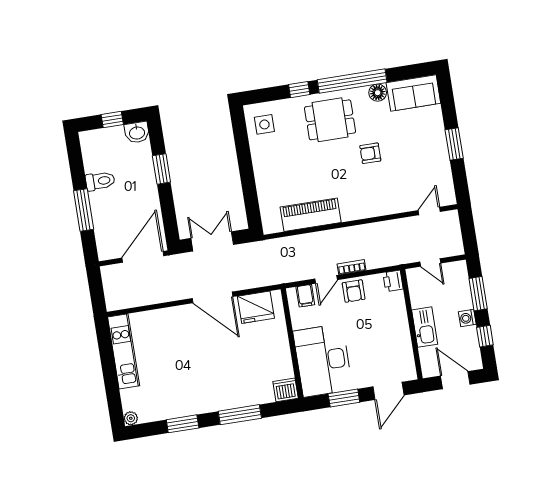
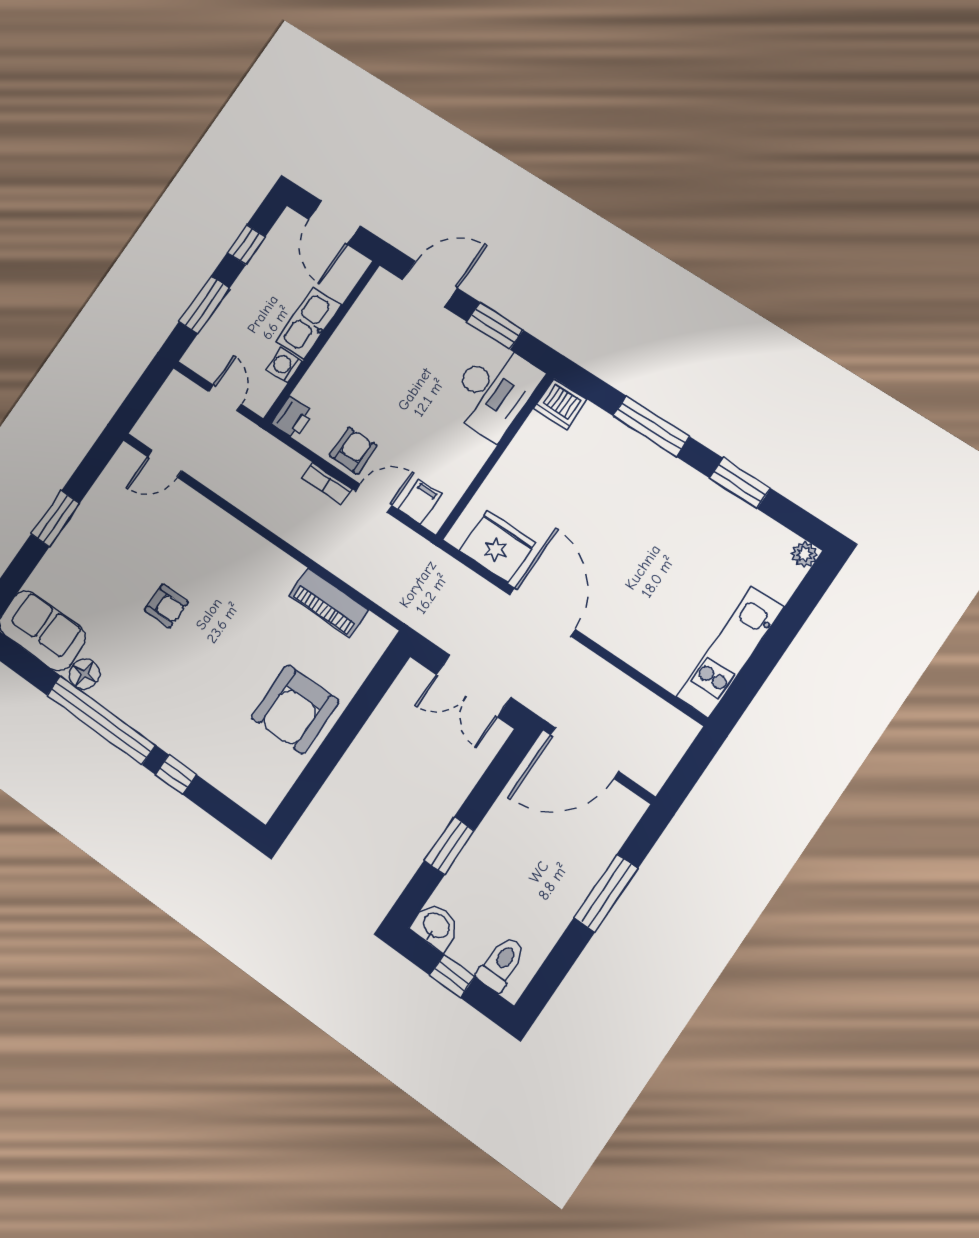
dining table: (330, 120) -> (175, 697), removed
side table: (264, 124) -> (262, 773), removed
armchair: (276, 163) -> (295, 709), added
toilet: (100, 181) -> (501, 964), moved, turned 90
piano: (311, 215) -> (329, 603), width x0.73, depth x0.75
washing machine: (467, 318) -> (284, 365), moved, turned 180
desk: (323, 360) -> (494, 391), width x0.73, depth x0.77

